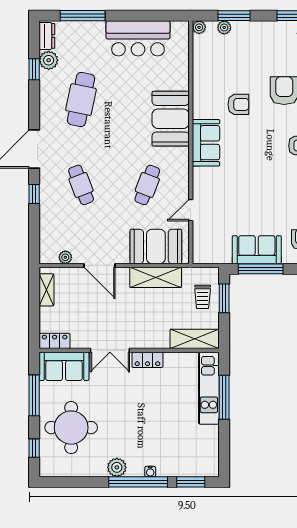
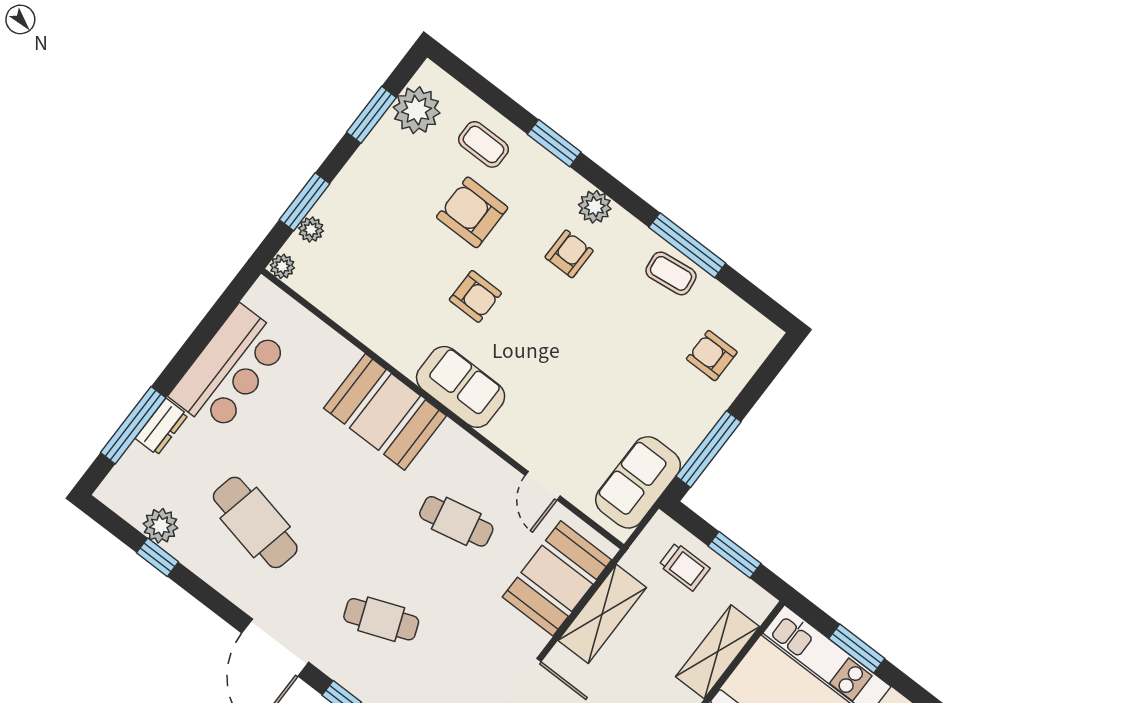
dresser: (47, 36) -> (162, 427), moved, turned 90
armchair: (238, 104) -> (475, 296), moved, turned 90
cafe table: (147, 185) -> (456, 521), turned -33
sofa: (257, 250) -> (638, 482), moved
window: (224, 298) -> (735, 555), moved
shelving: (195, 339) -> (718, 652), moved
window: (224, 397) -> (857, 649), width x0.69

